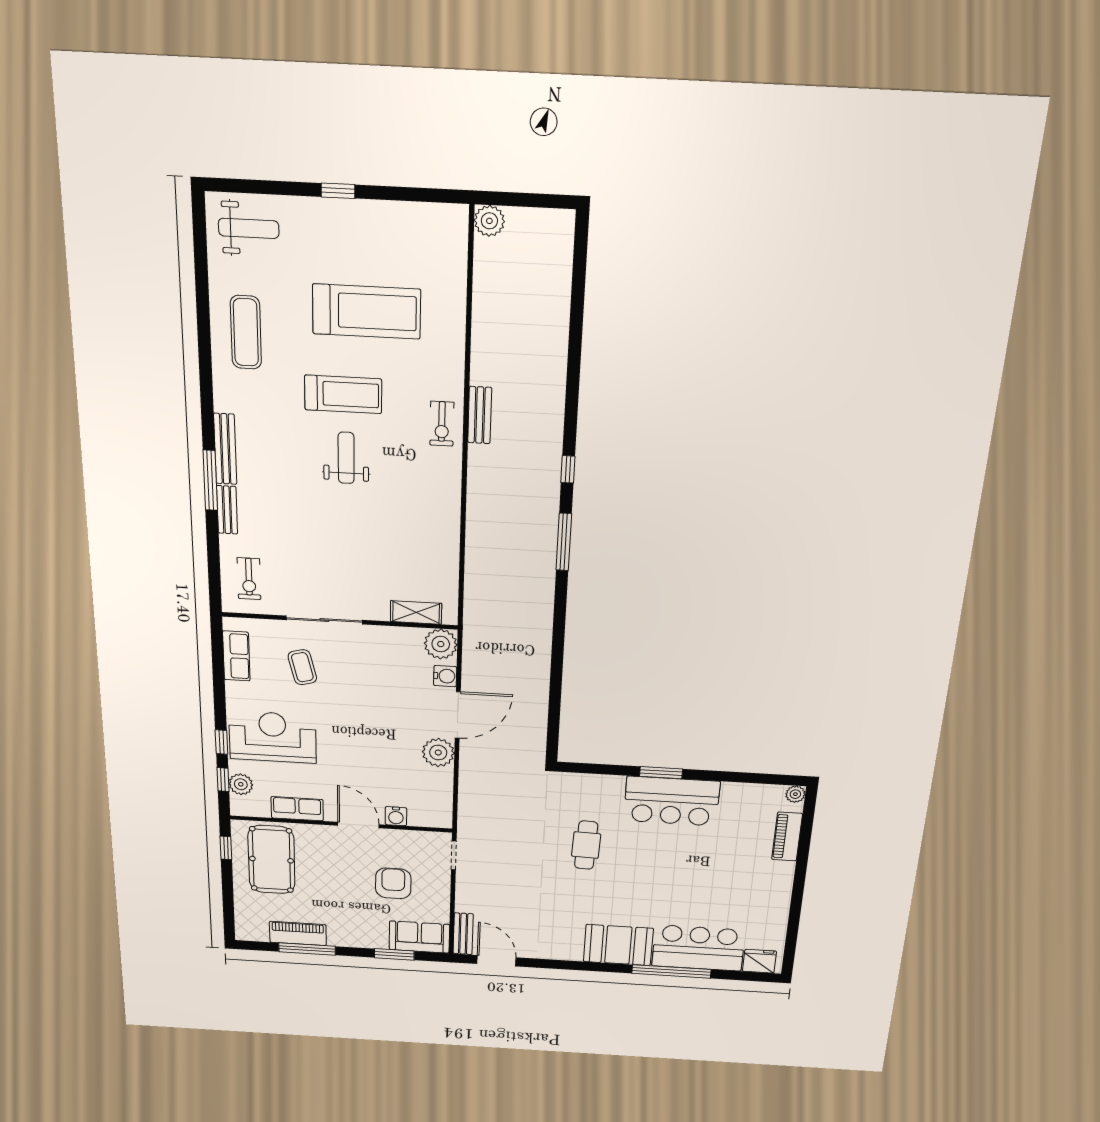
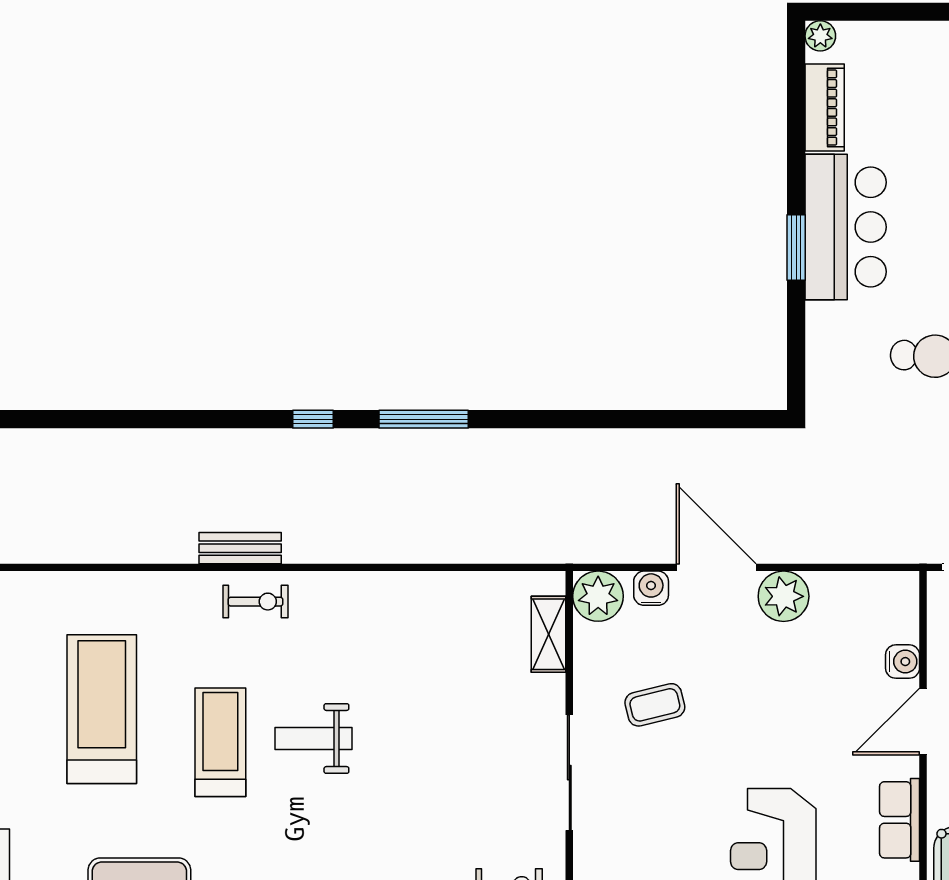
coffee table: (302, 667) -> (655, 705), moved
piano: (787, 837) -> (825, 108), moved, turned -90

